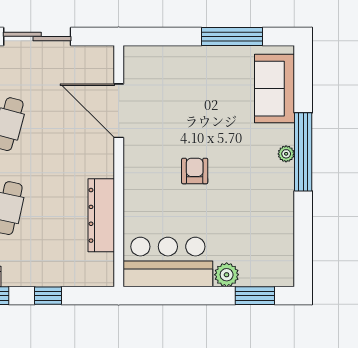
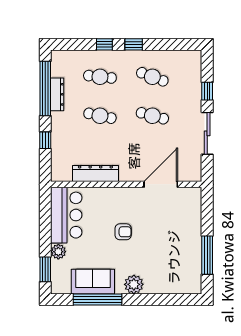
sofa: (274, 89) -> (93, 282), moved
window: (303, 152) -> (97, 300), moved
plant: (286, 154) -> (134, 284), width x1.87, depth x1.87

